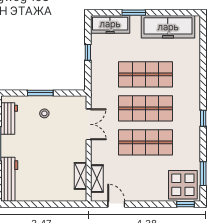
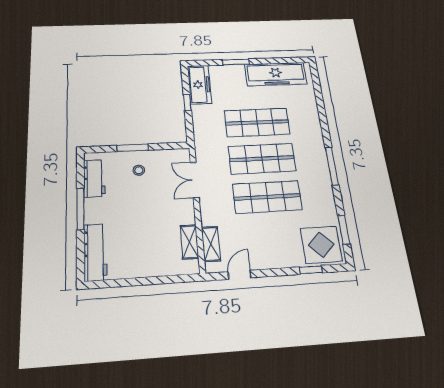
freezer: (110, 24) -> (199, 85), moved, turned -90
window: (203, 118) -> (332, 166), width x2.17
double door: (89, 124) -> (195, 180), swing flipped
door: (116, 204) -> (239, 275), hinge flipped
window: (186, 204) -> (311, 270), moved

